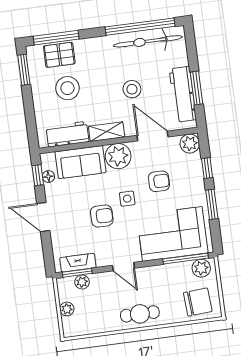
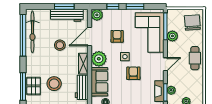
plant: (201, 268) -> (172, 36), moved

